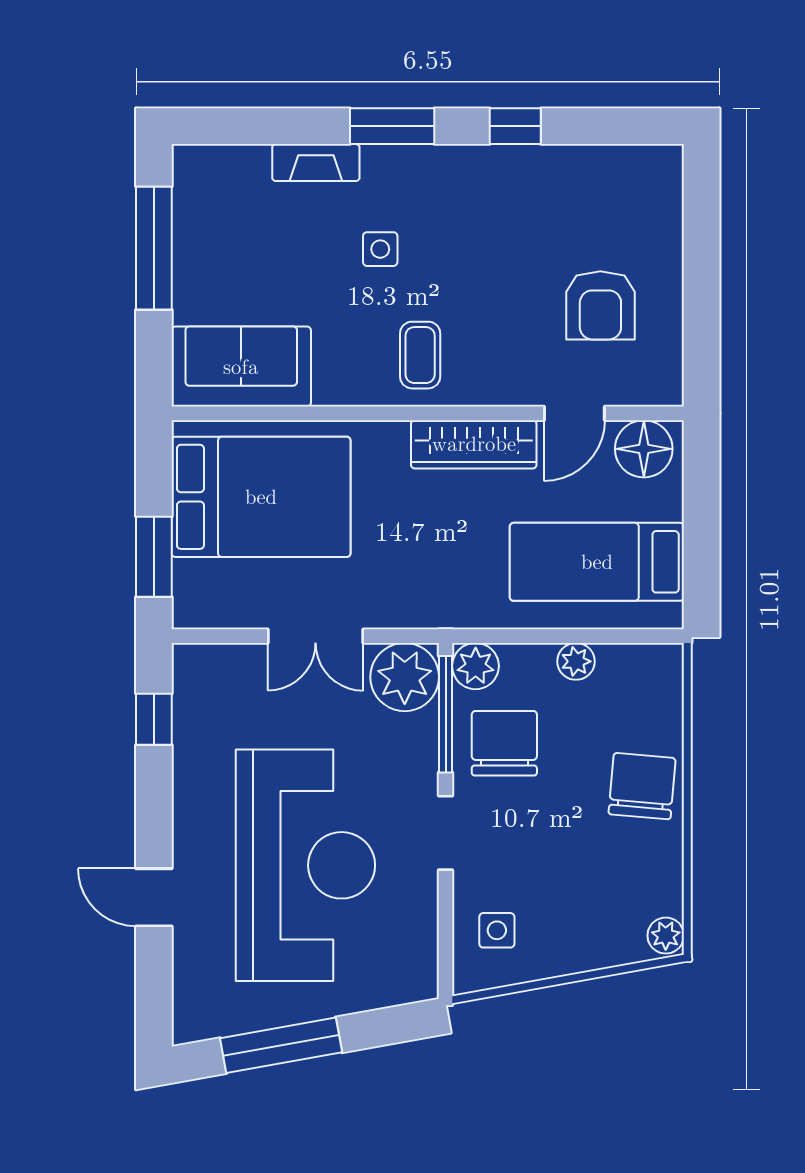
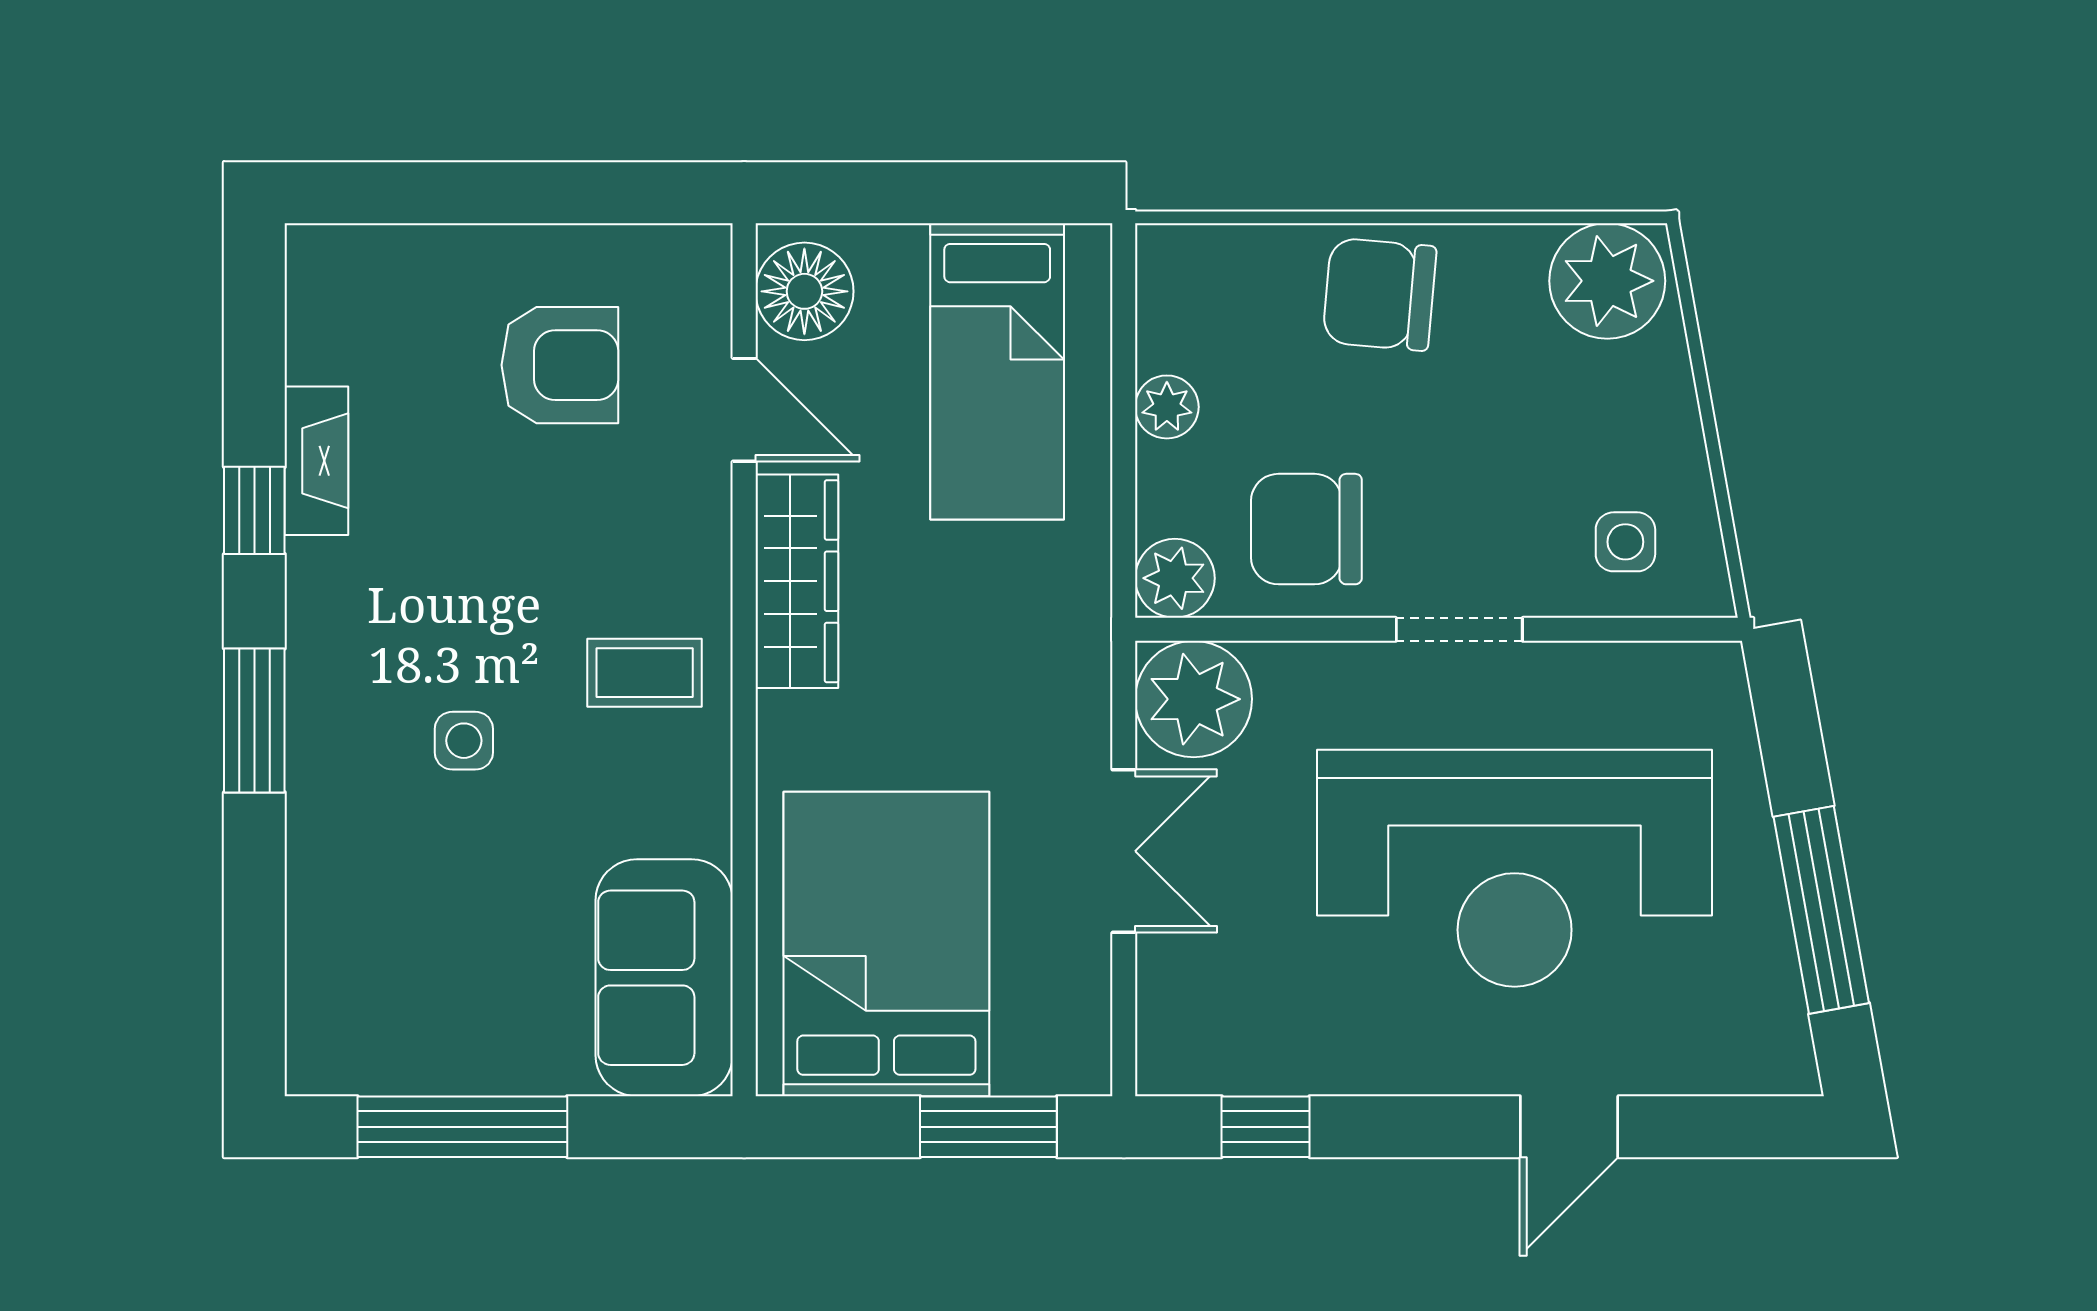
fireplace: (316, 163) -> (316, 461), moved
window: (446, 714) -> (1257, 629), removed
reception desk: (305, 865) -> (1515, 868), turned 180
plant: (666, 936) -> (1607, 281), width x1.88, depth x1.88

